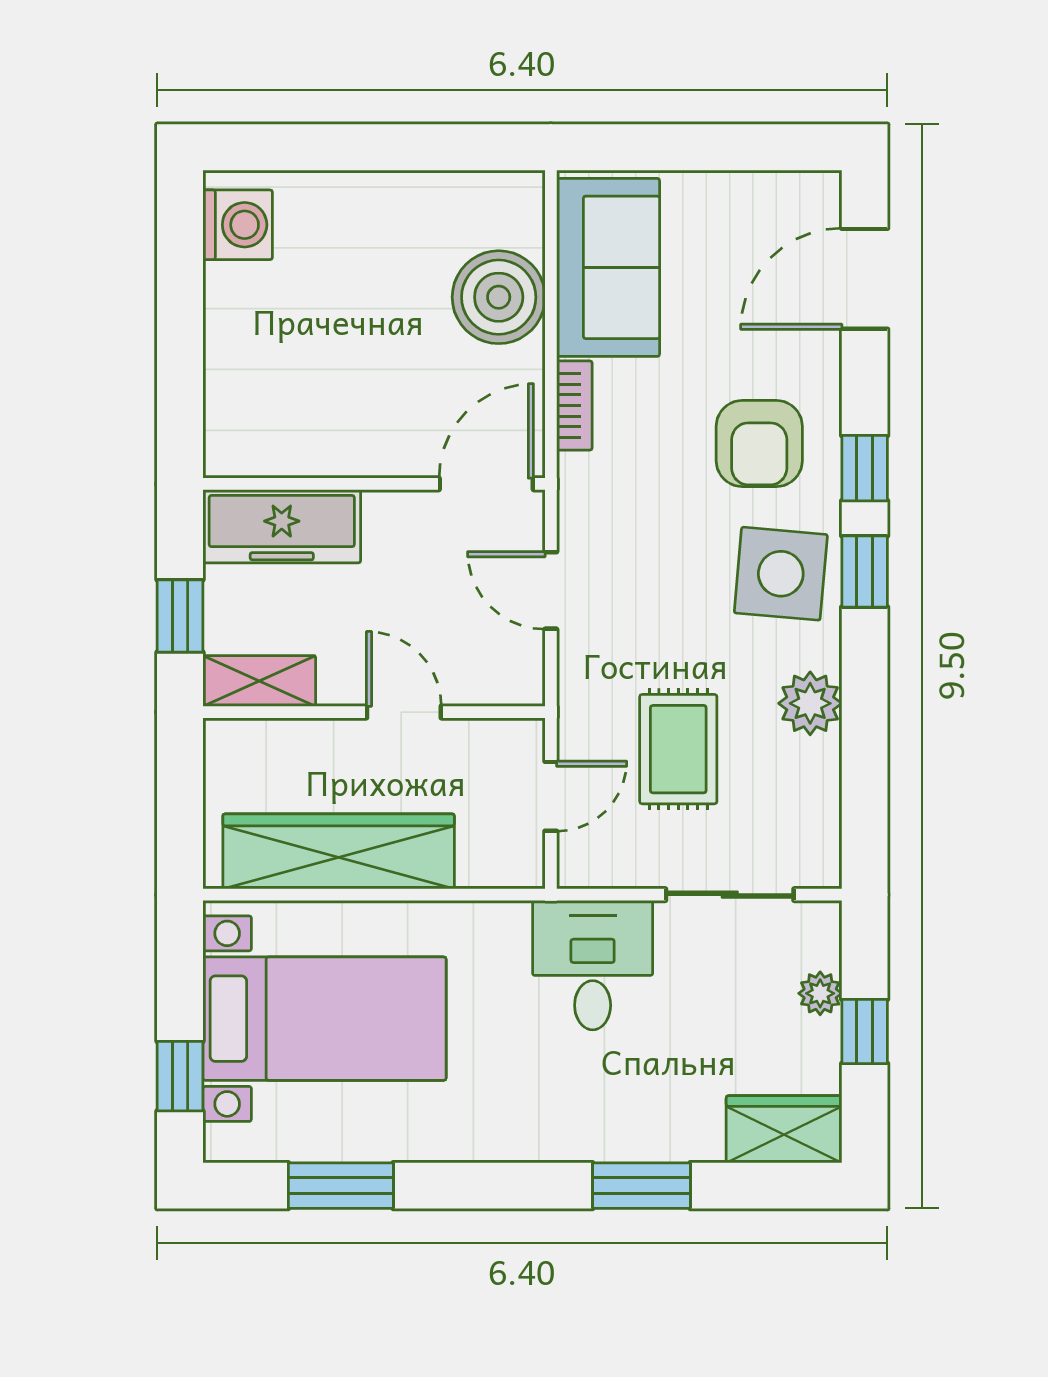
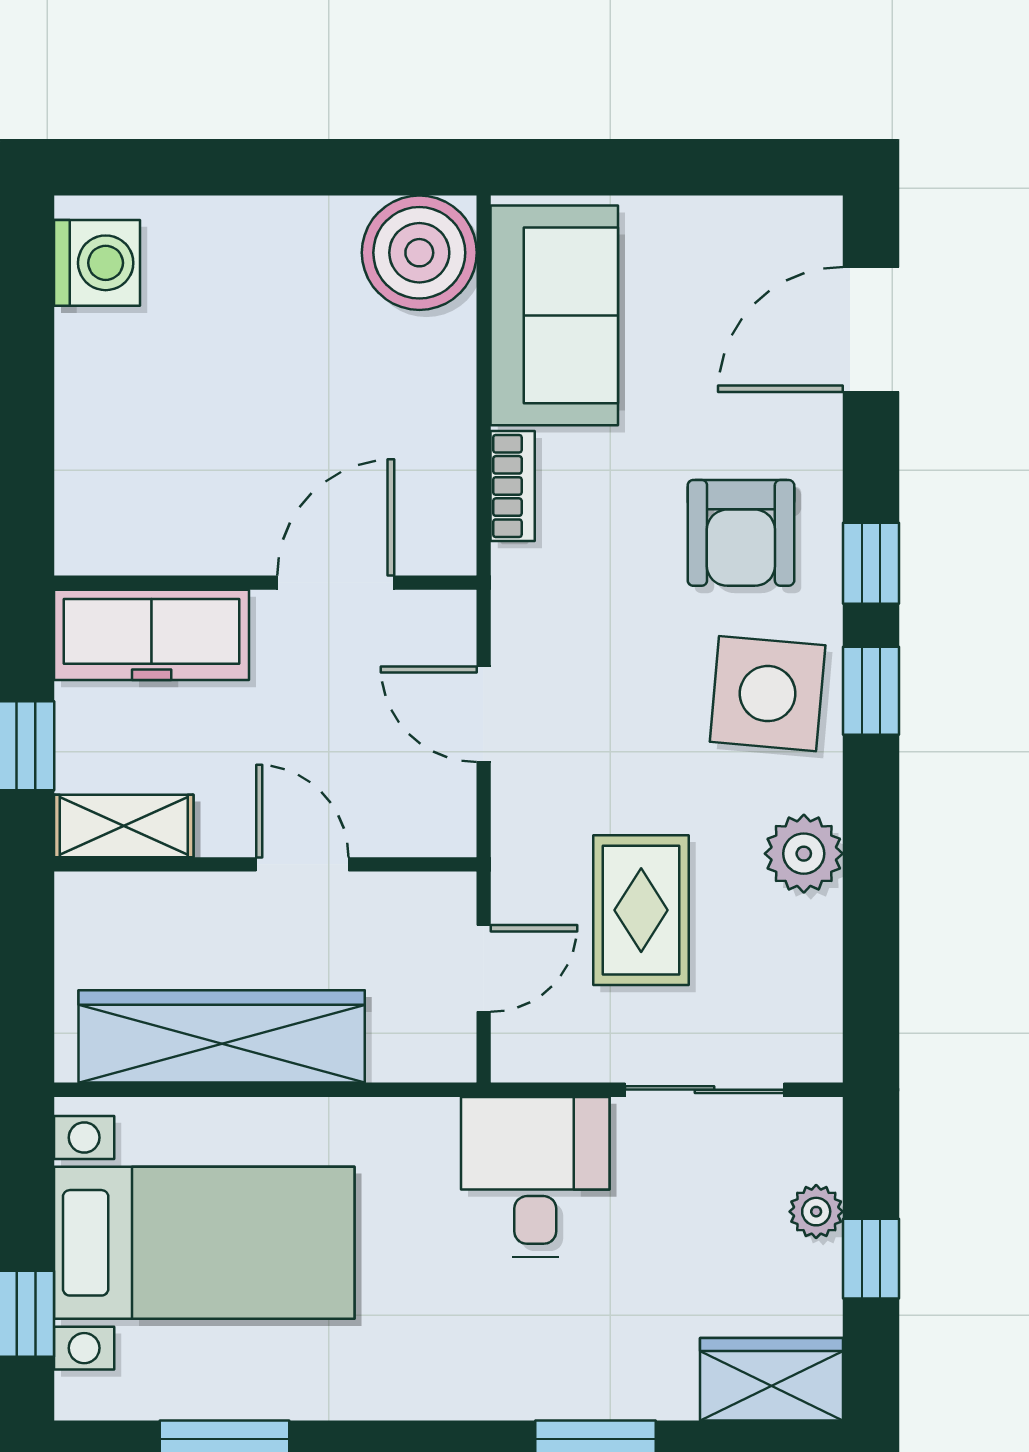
boiler: (499, 297) -> (419, 253), moved
door: (486, 484) -> (336, 583), moved

